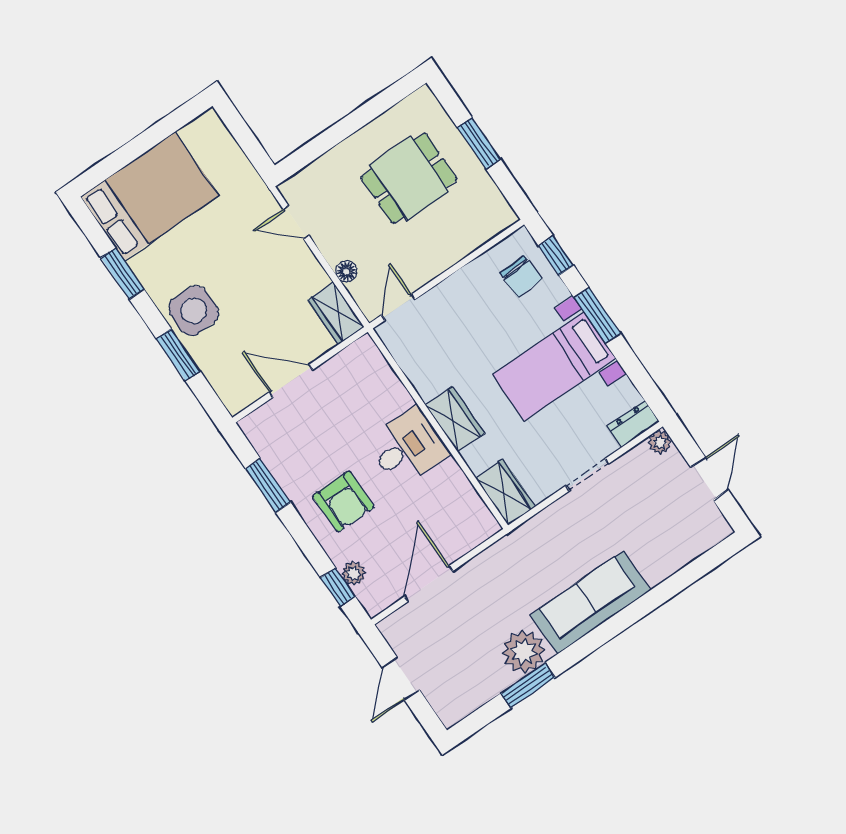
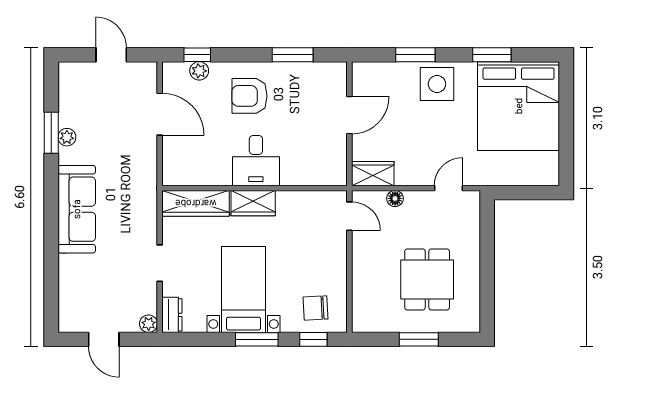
bed: (150, 196) -> (519, 106), width x1.36
wardrobe: (505, 492) -> (196, 203), width x1.50
plant: (524, 652) -> (67, 137), width x0.53, depth x0.53

